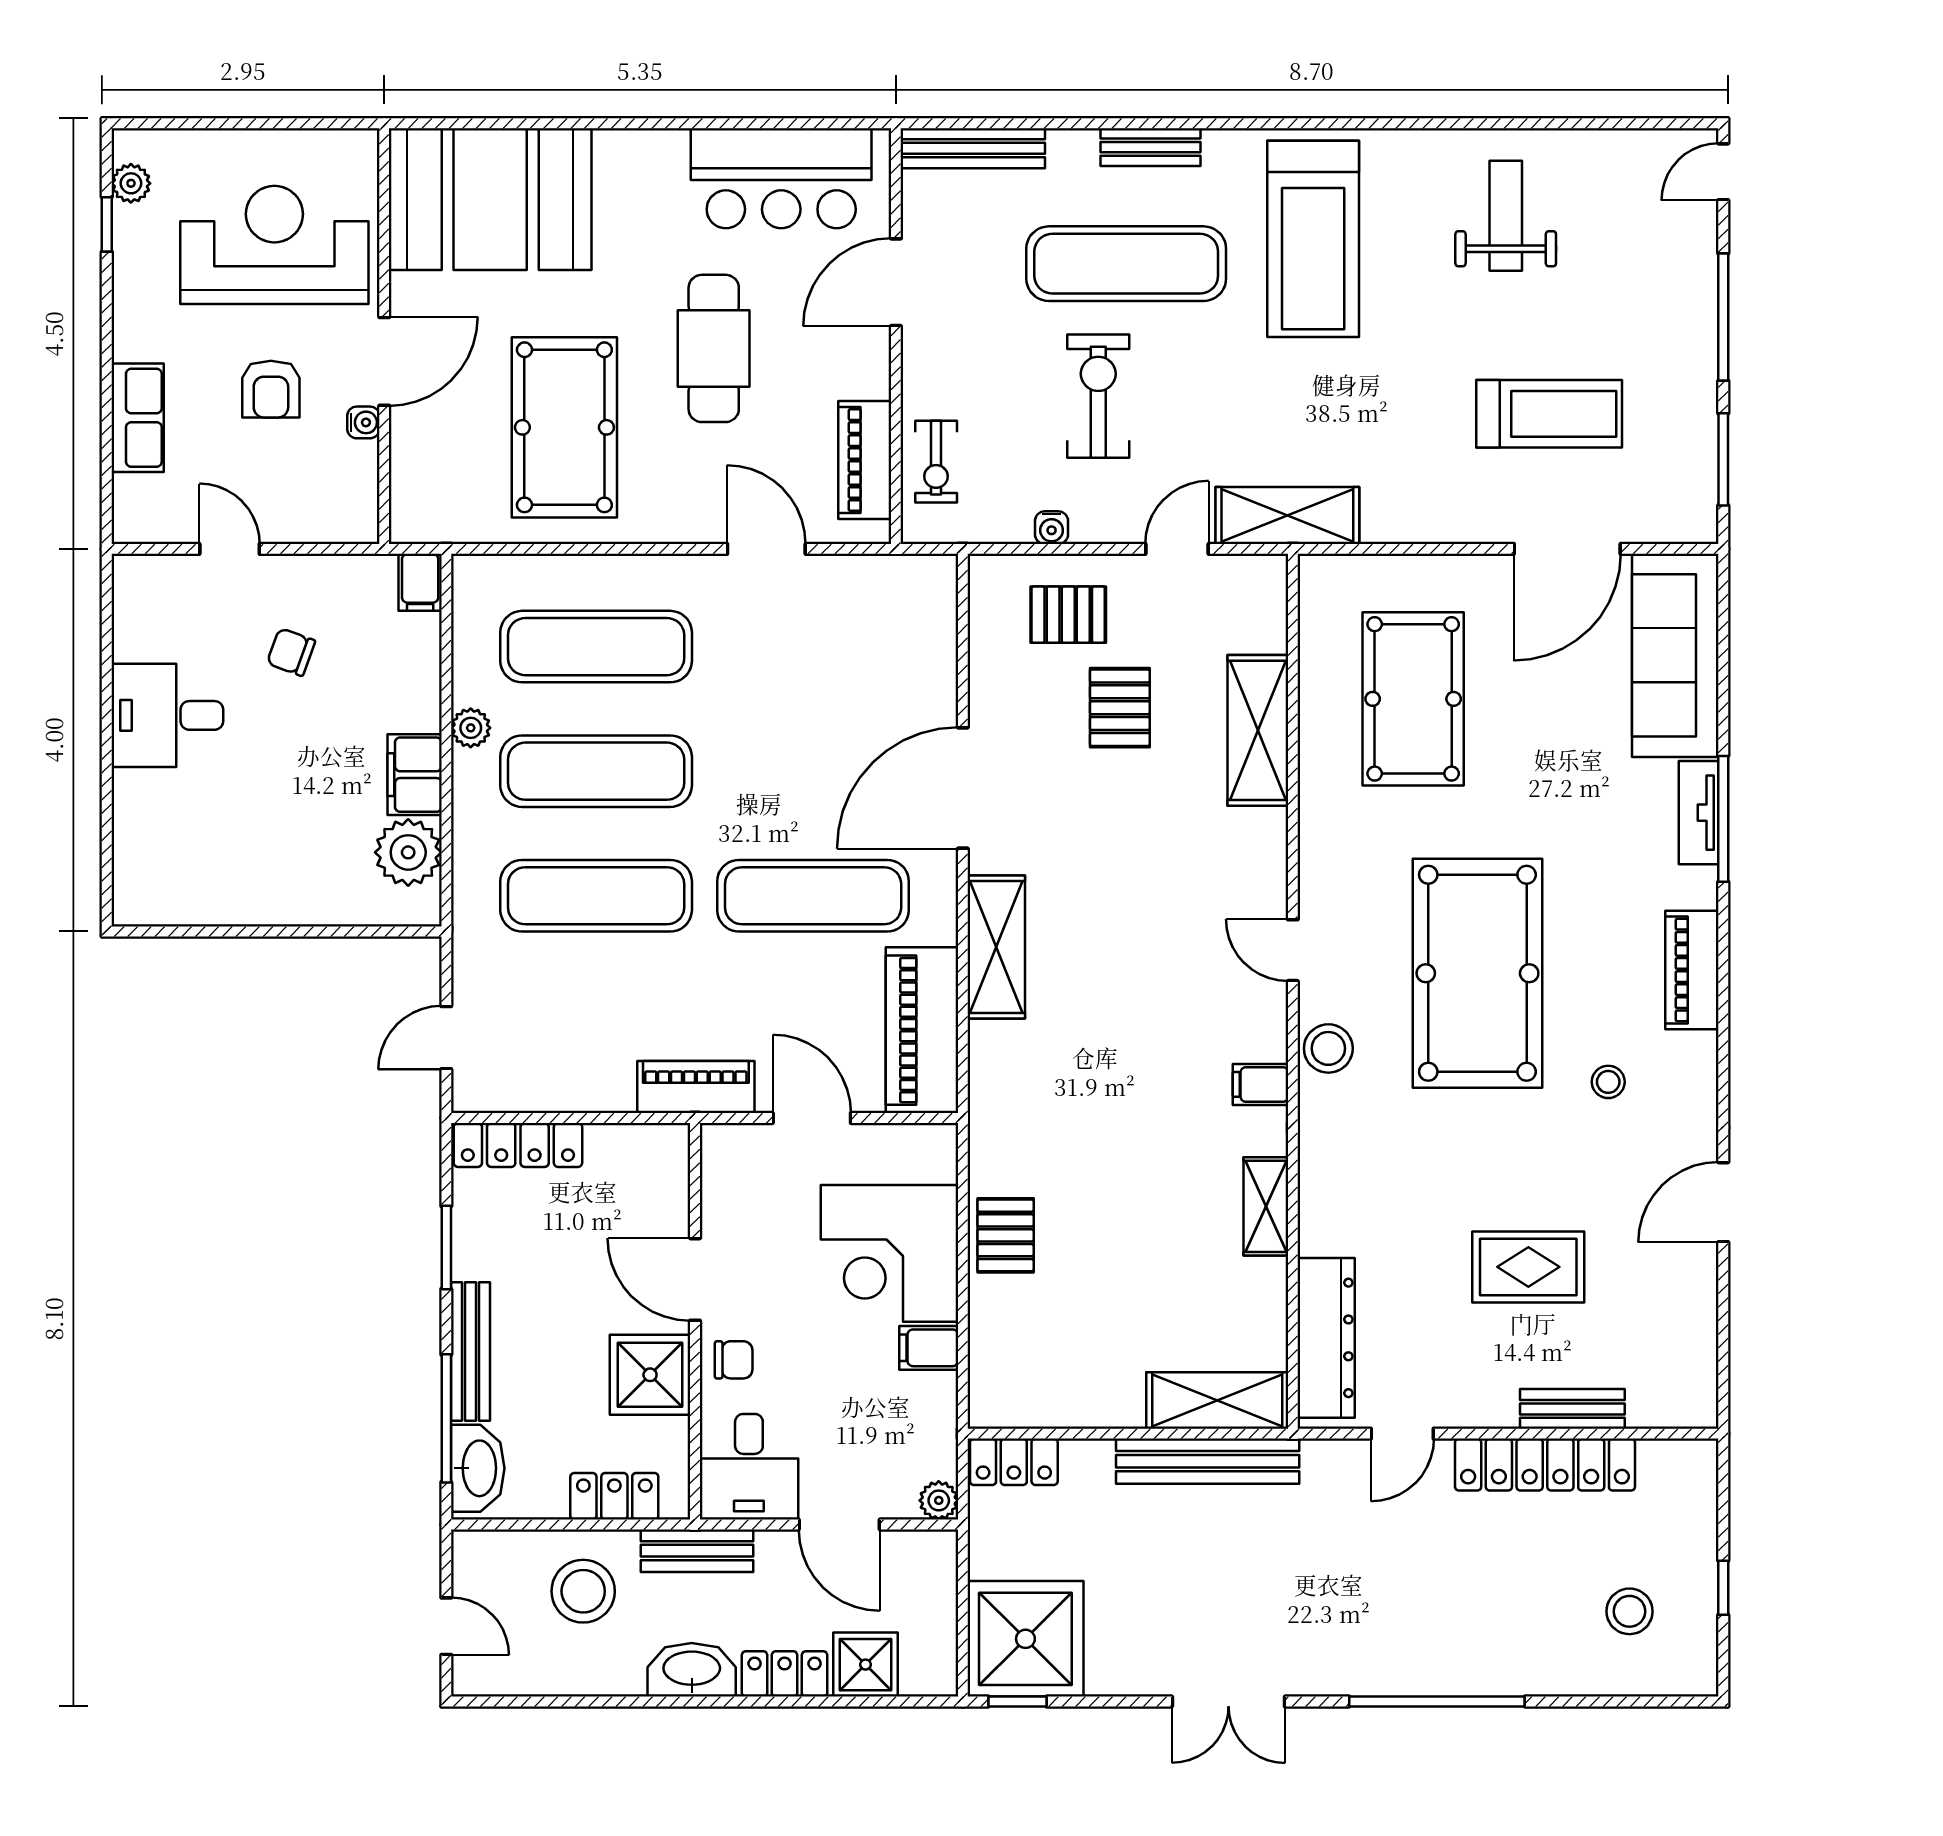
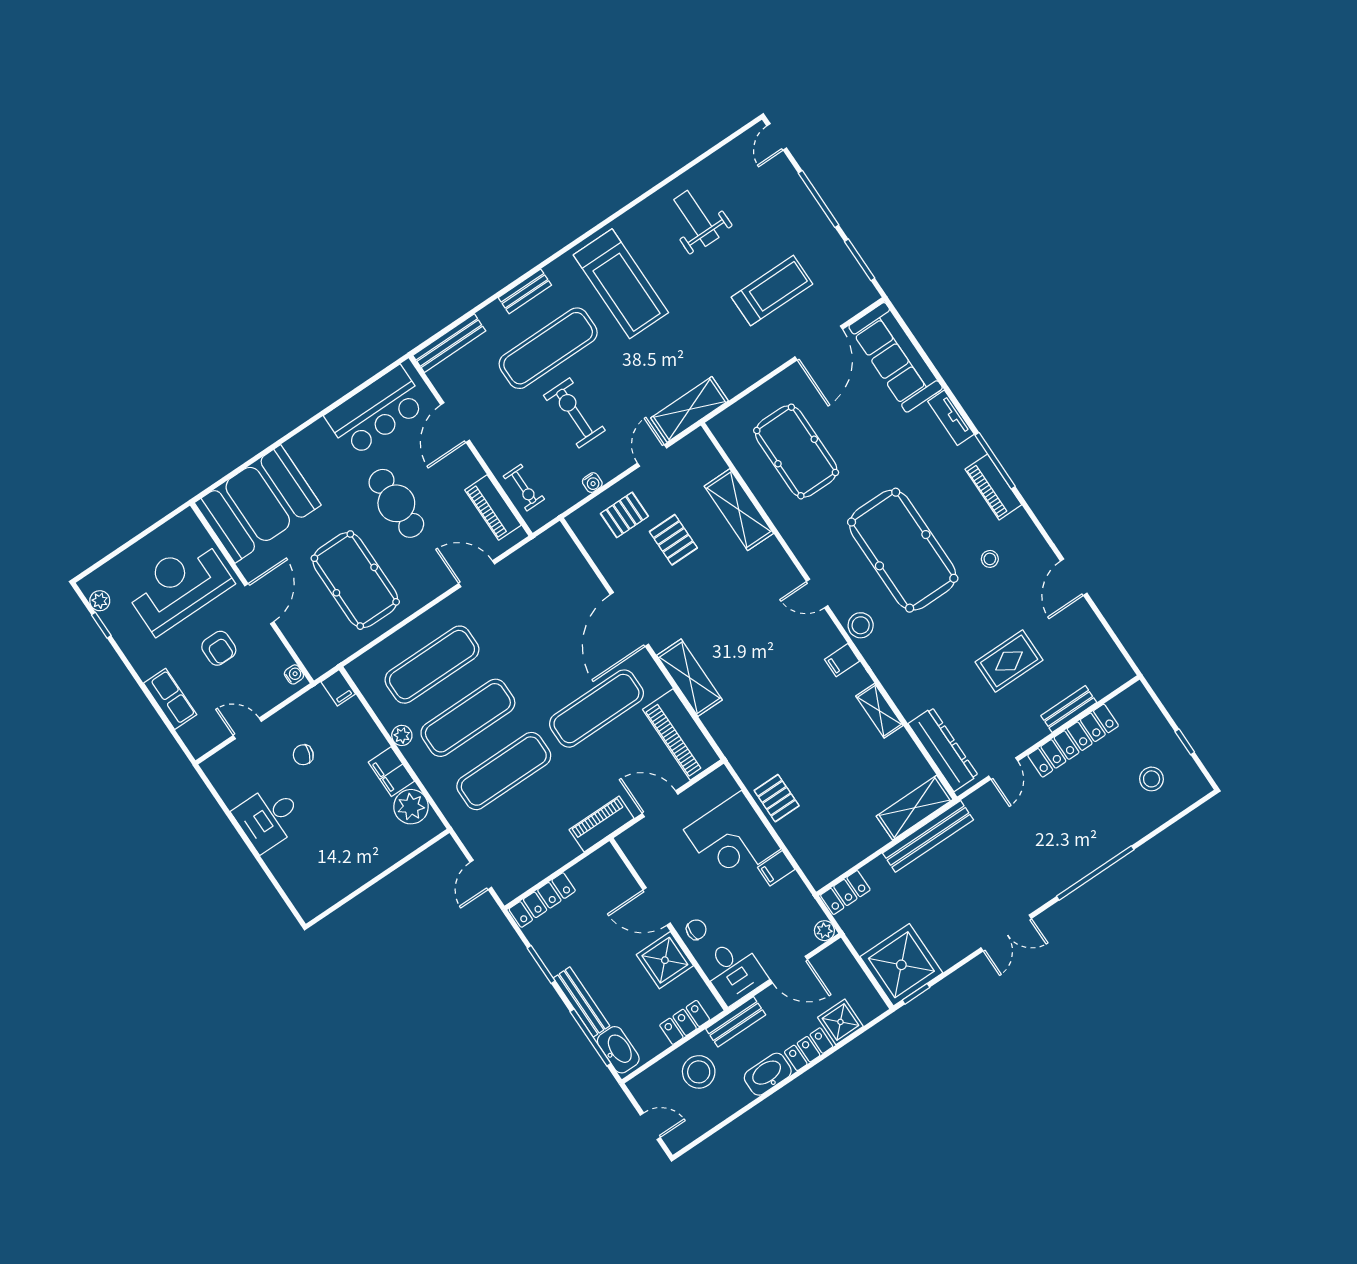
water cooler: (363, 422) -> (294, 674), moved
window: (1723, 819) -> (995, 461), moved

